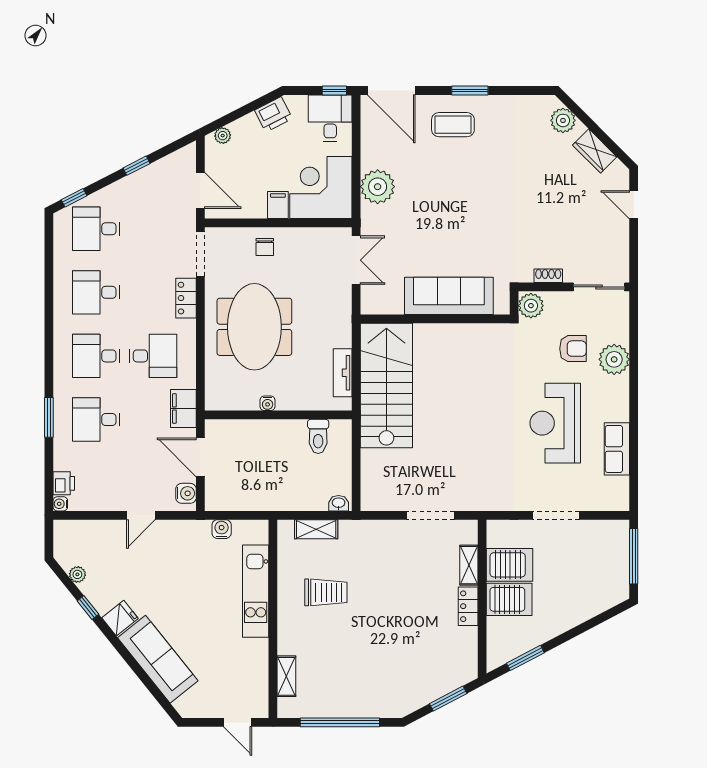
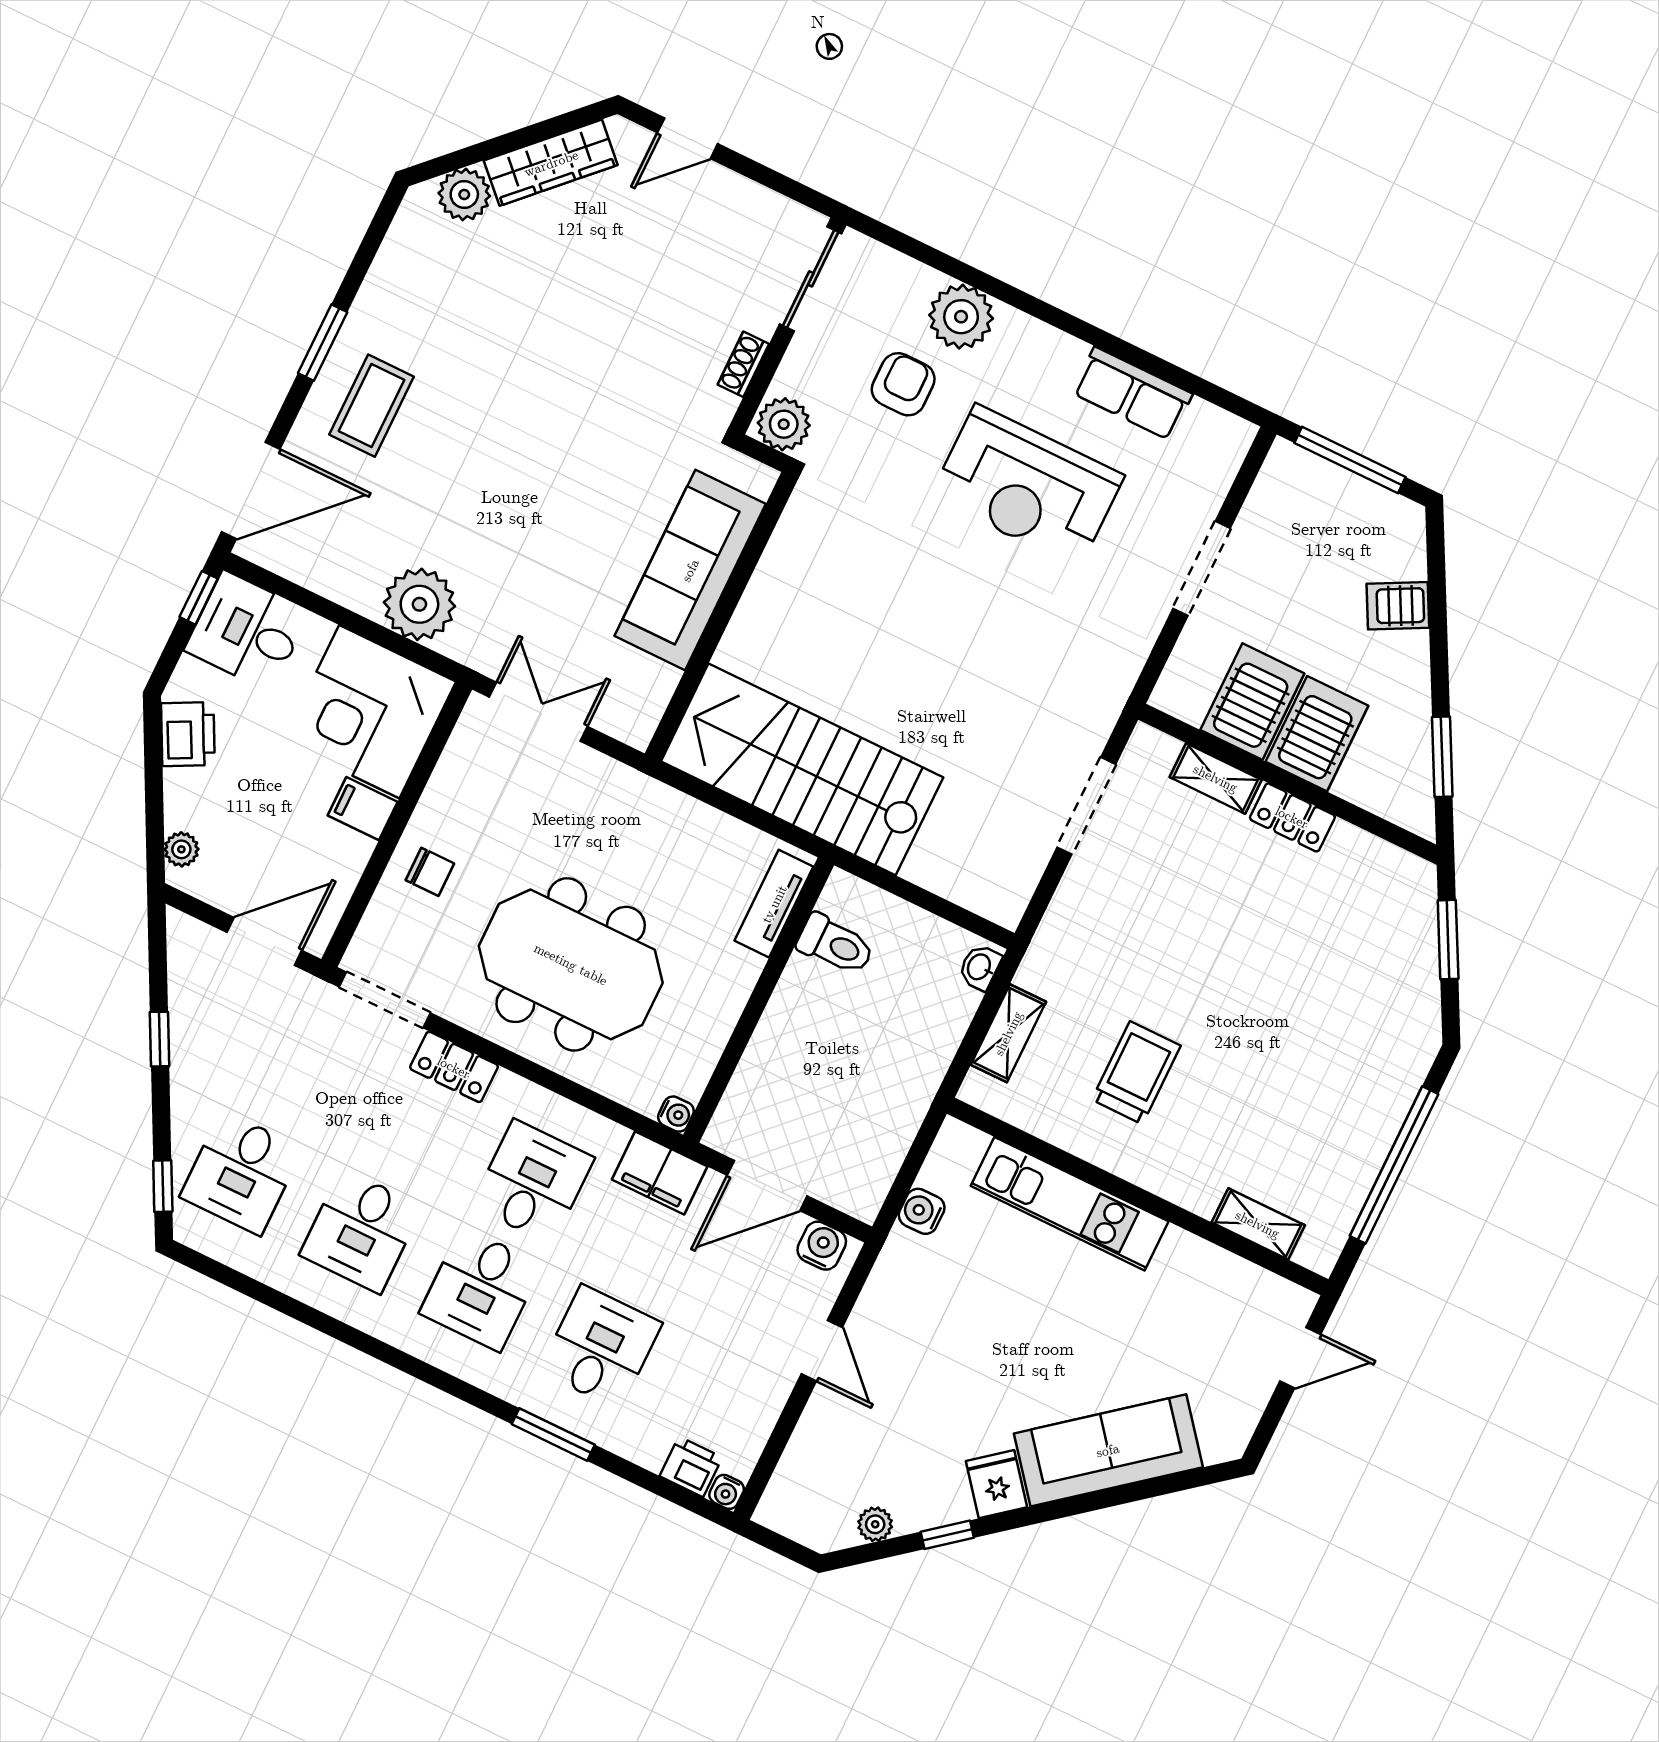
wardrobe: (595, 151) -> (551, 163), width x1.50
tv unit: (343, 373) -> (774, 904), moved, turned 90
water cooler: (268, 403) -> (676, 1114), moved
desk: (96, 420) -> (601, 1347), turned 180
server rack: (581, 607) -> (1398, 606), added

